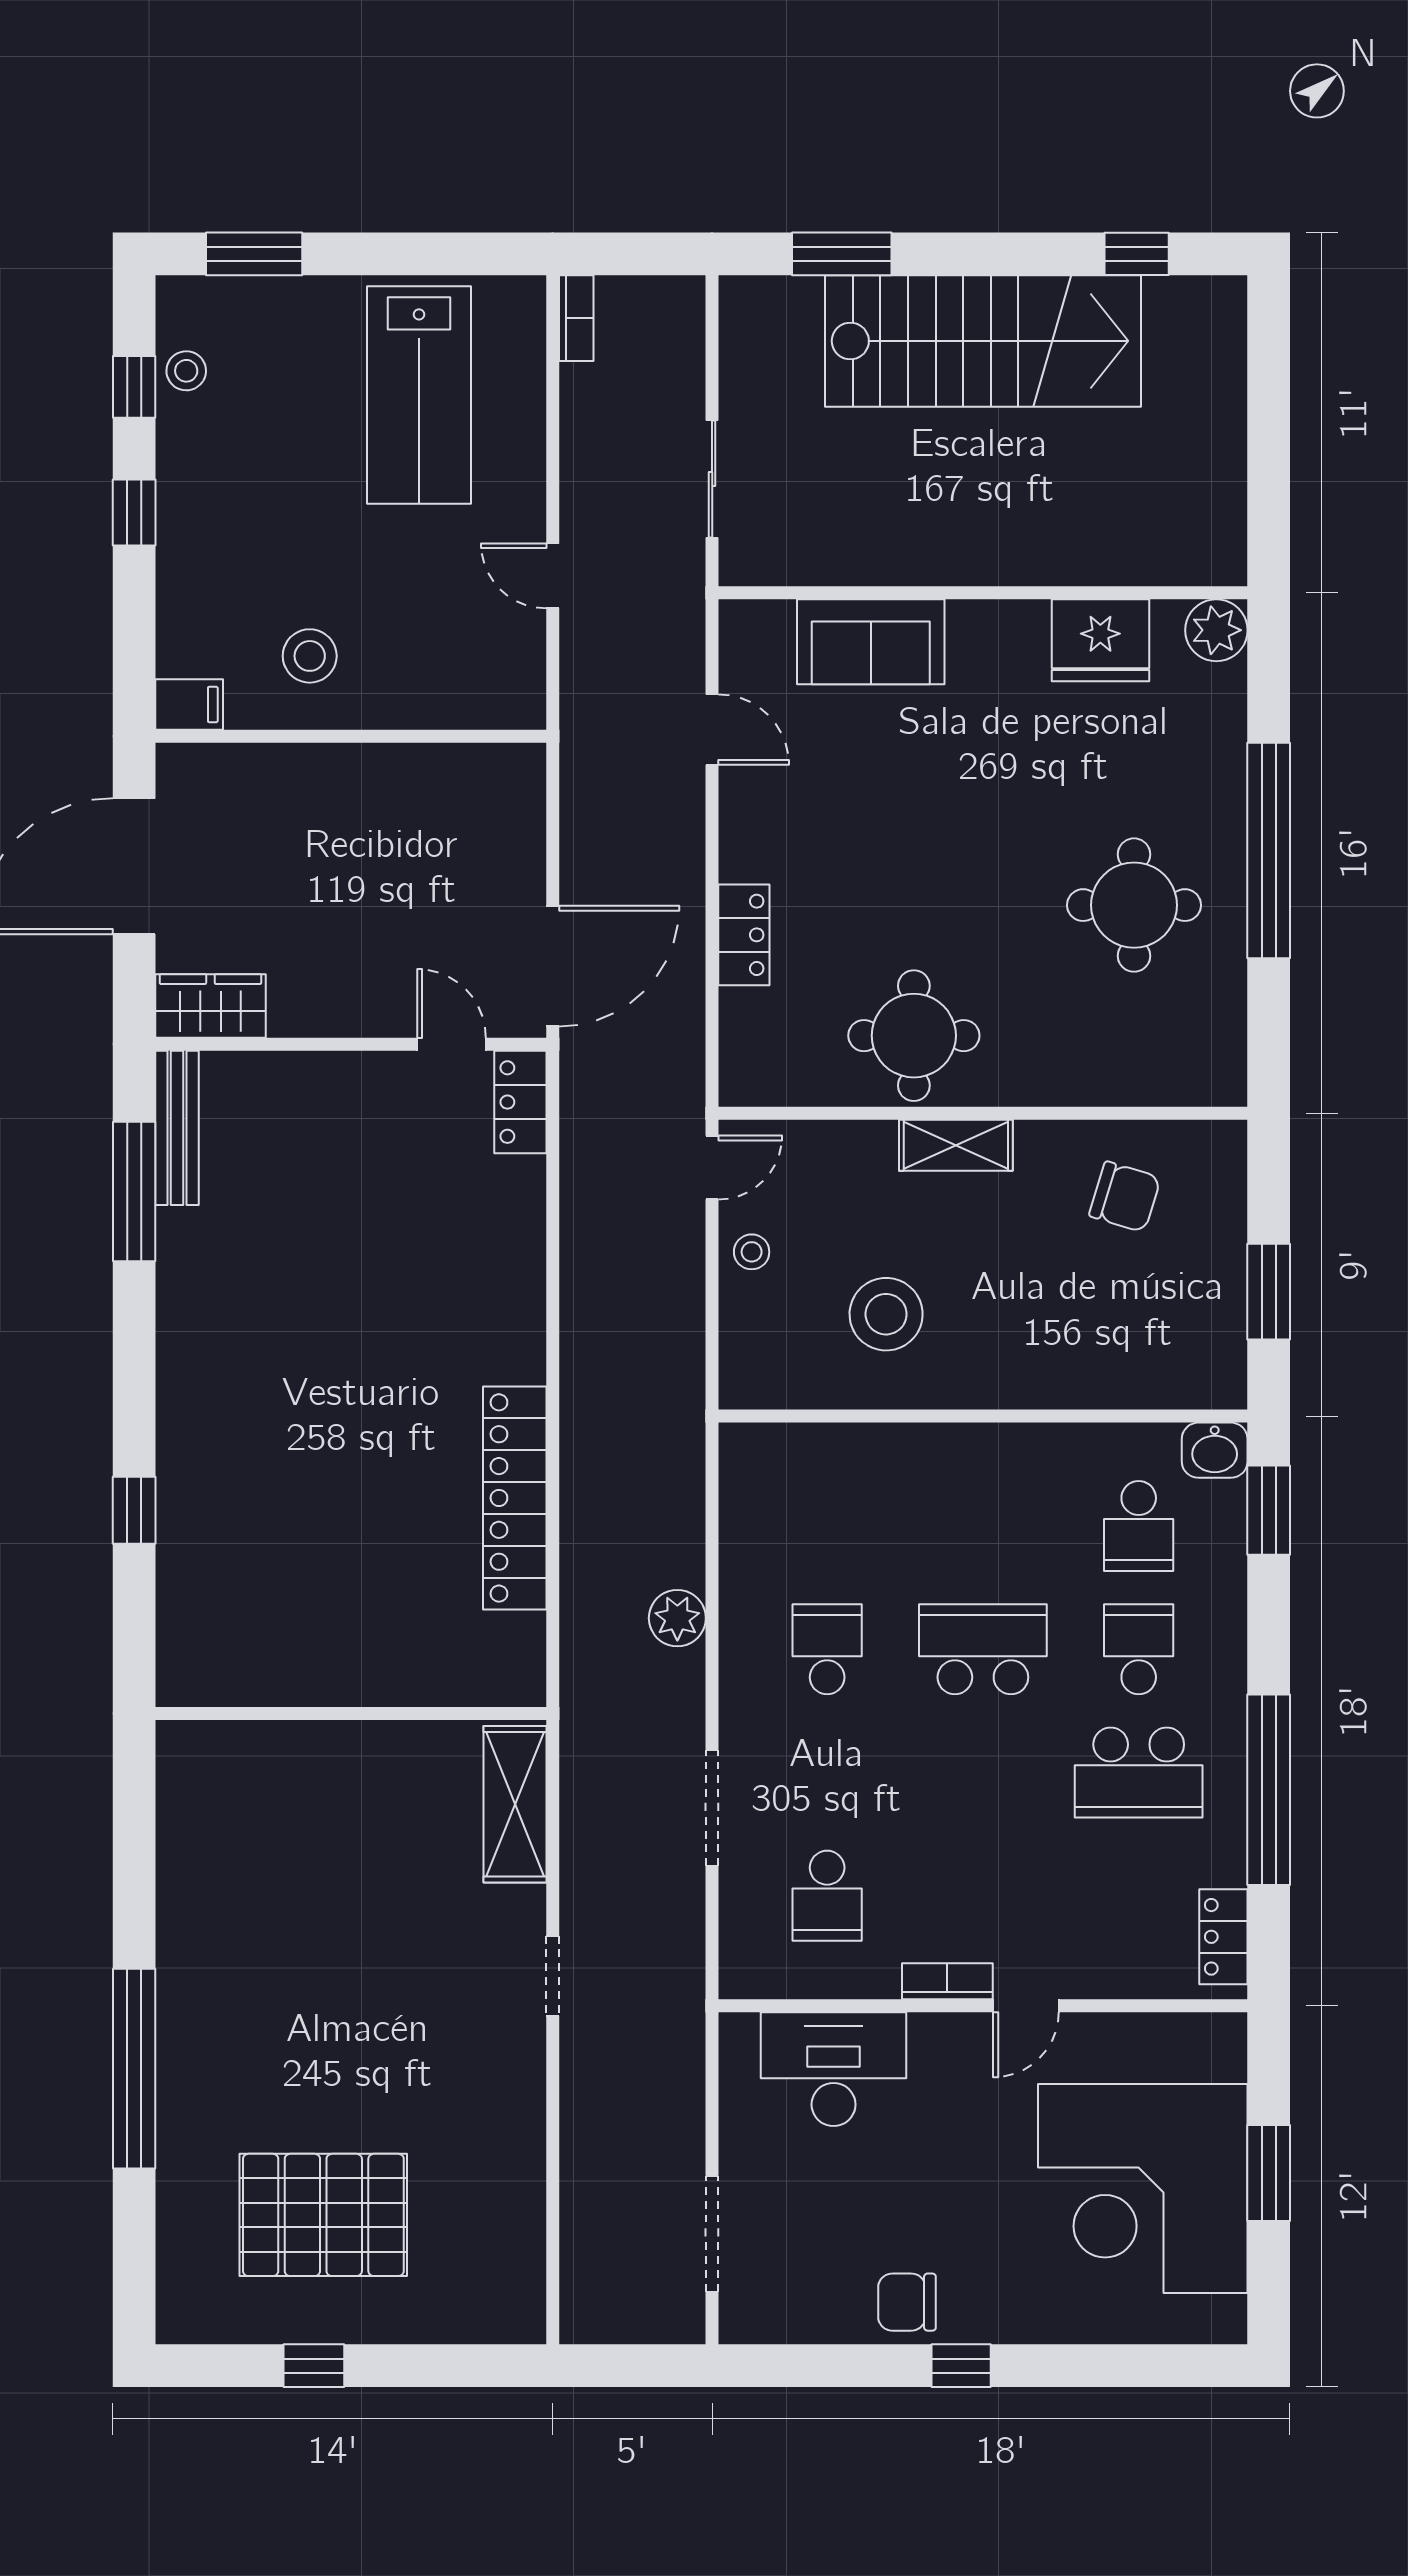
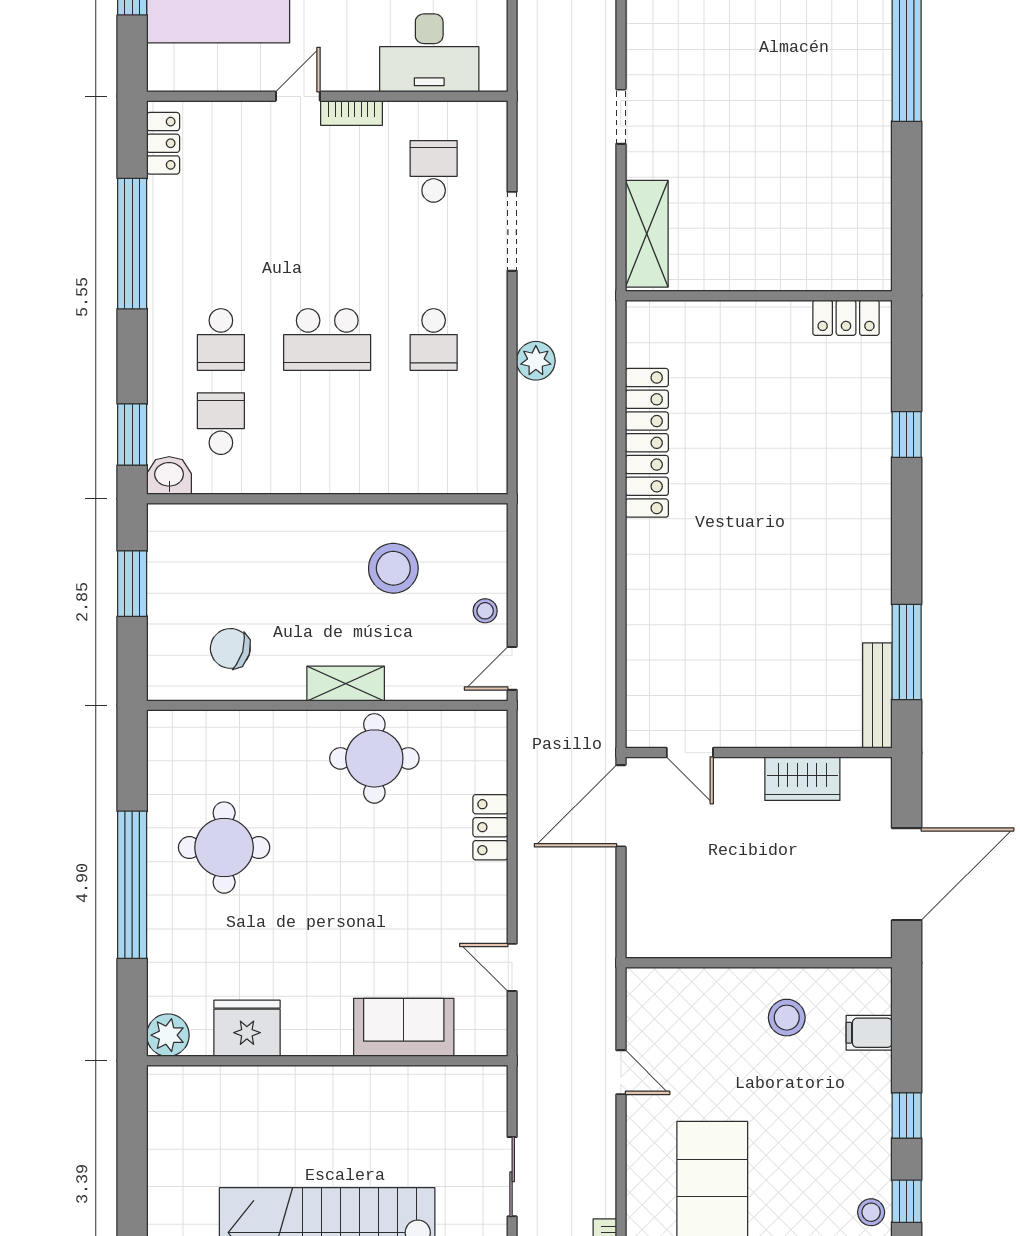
sliding door: (712, 479) -> (512, 1177), moved
filing cabinet: (189, 705) -> (869, 1033), moved
wardrobe: (210, 1006) -> (802, 779), moved
locker: (520, 1102) -> (846, 318), moved, turned 90
school desk: (1139, 1772) -> (221, 255), removed

